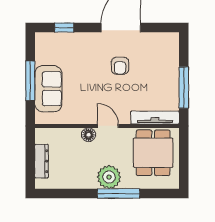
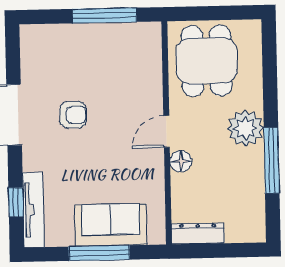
tv unit: (155, 118) -> (33, 210), moved, turned 180
dining table: (153, 153) -> (206, 61), turned 90
dresser: (42, 161) -> (198, 234), moved
window: (119, 194) -> (272, 160), moved

